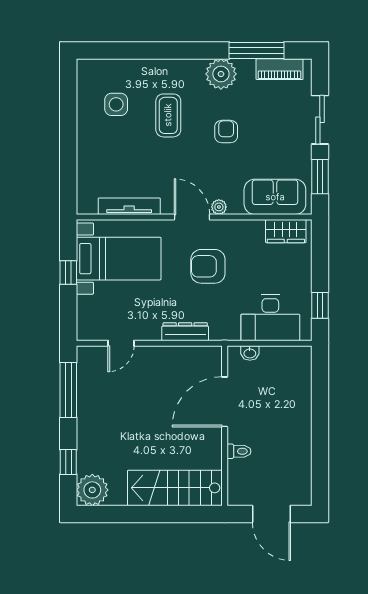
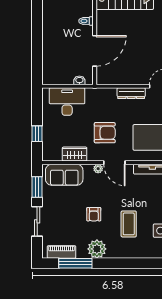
wardrobe: (286, 231) -> (75, 154), moved
window: (320, 305) -> (37, 134), moved
dresser: (185, 332) -> (131, 93), moved

